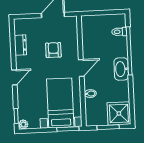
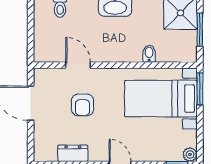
armchair: (53, 50) -> (82, 105), turned -90
door: (81, 68) -> (78, 65), moved

